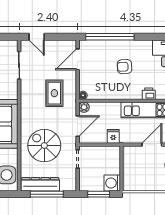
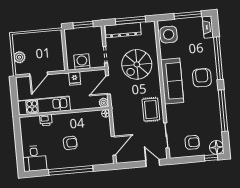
window: (110, 37) -> (71, 170), moved
rug: (54, 93) -> (151, 110), moved
spiral stairs: (44, 146) -> (137, 64), turned 90
washing machine: (112, 183) -> (82, 62), moved, turned -90
dresser: (40, 184) -> (123, 30), moved

